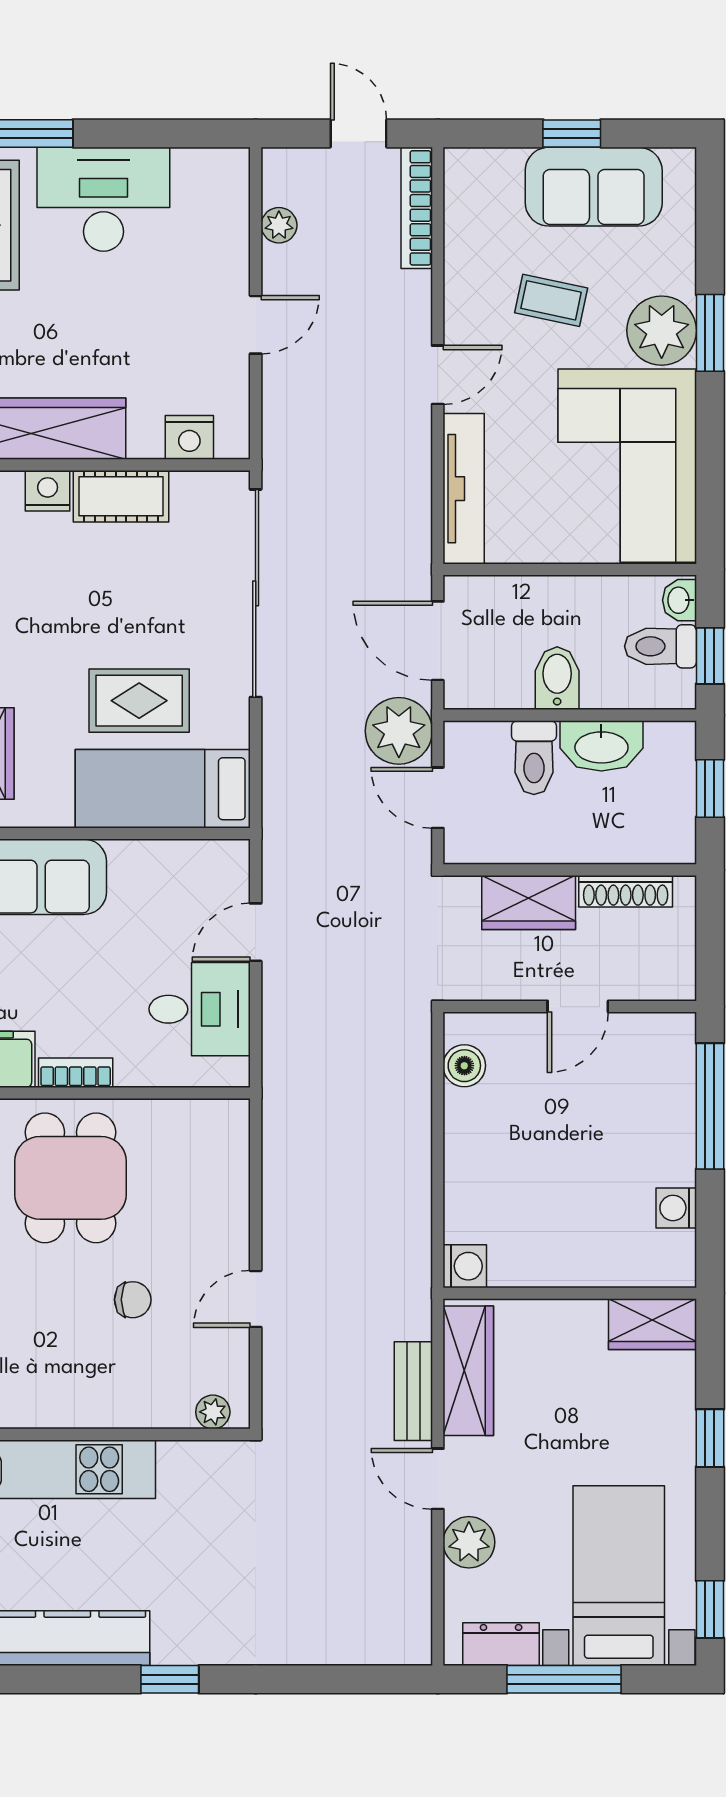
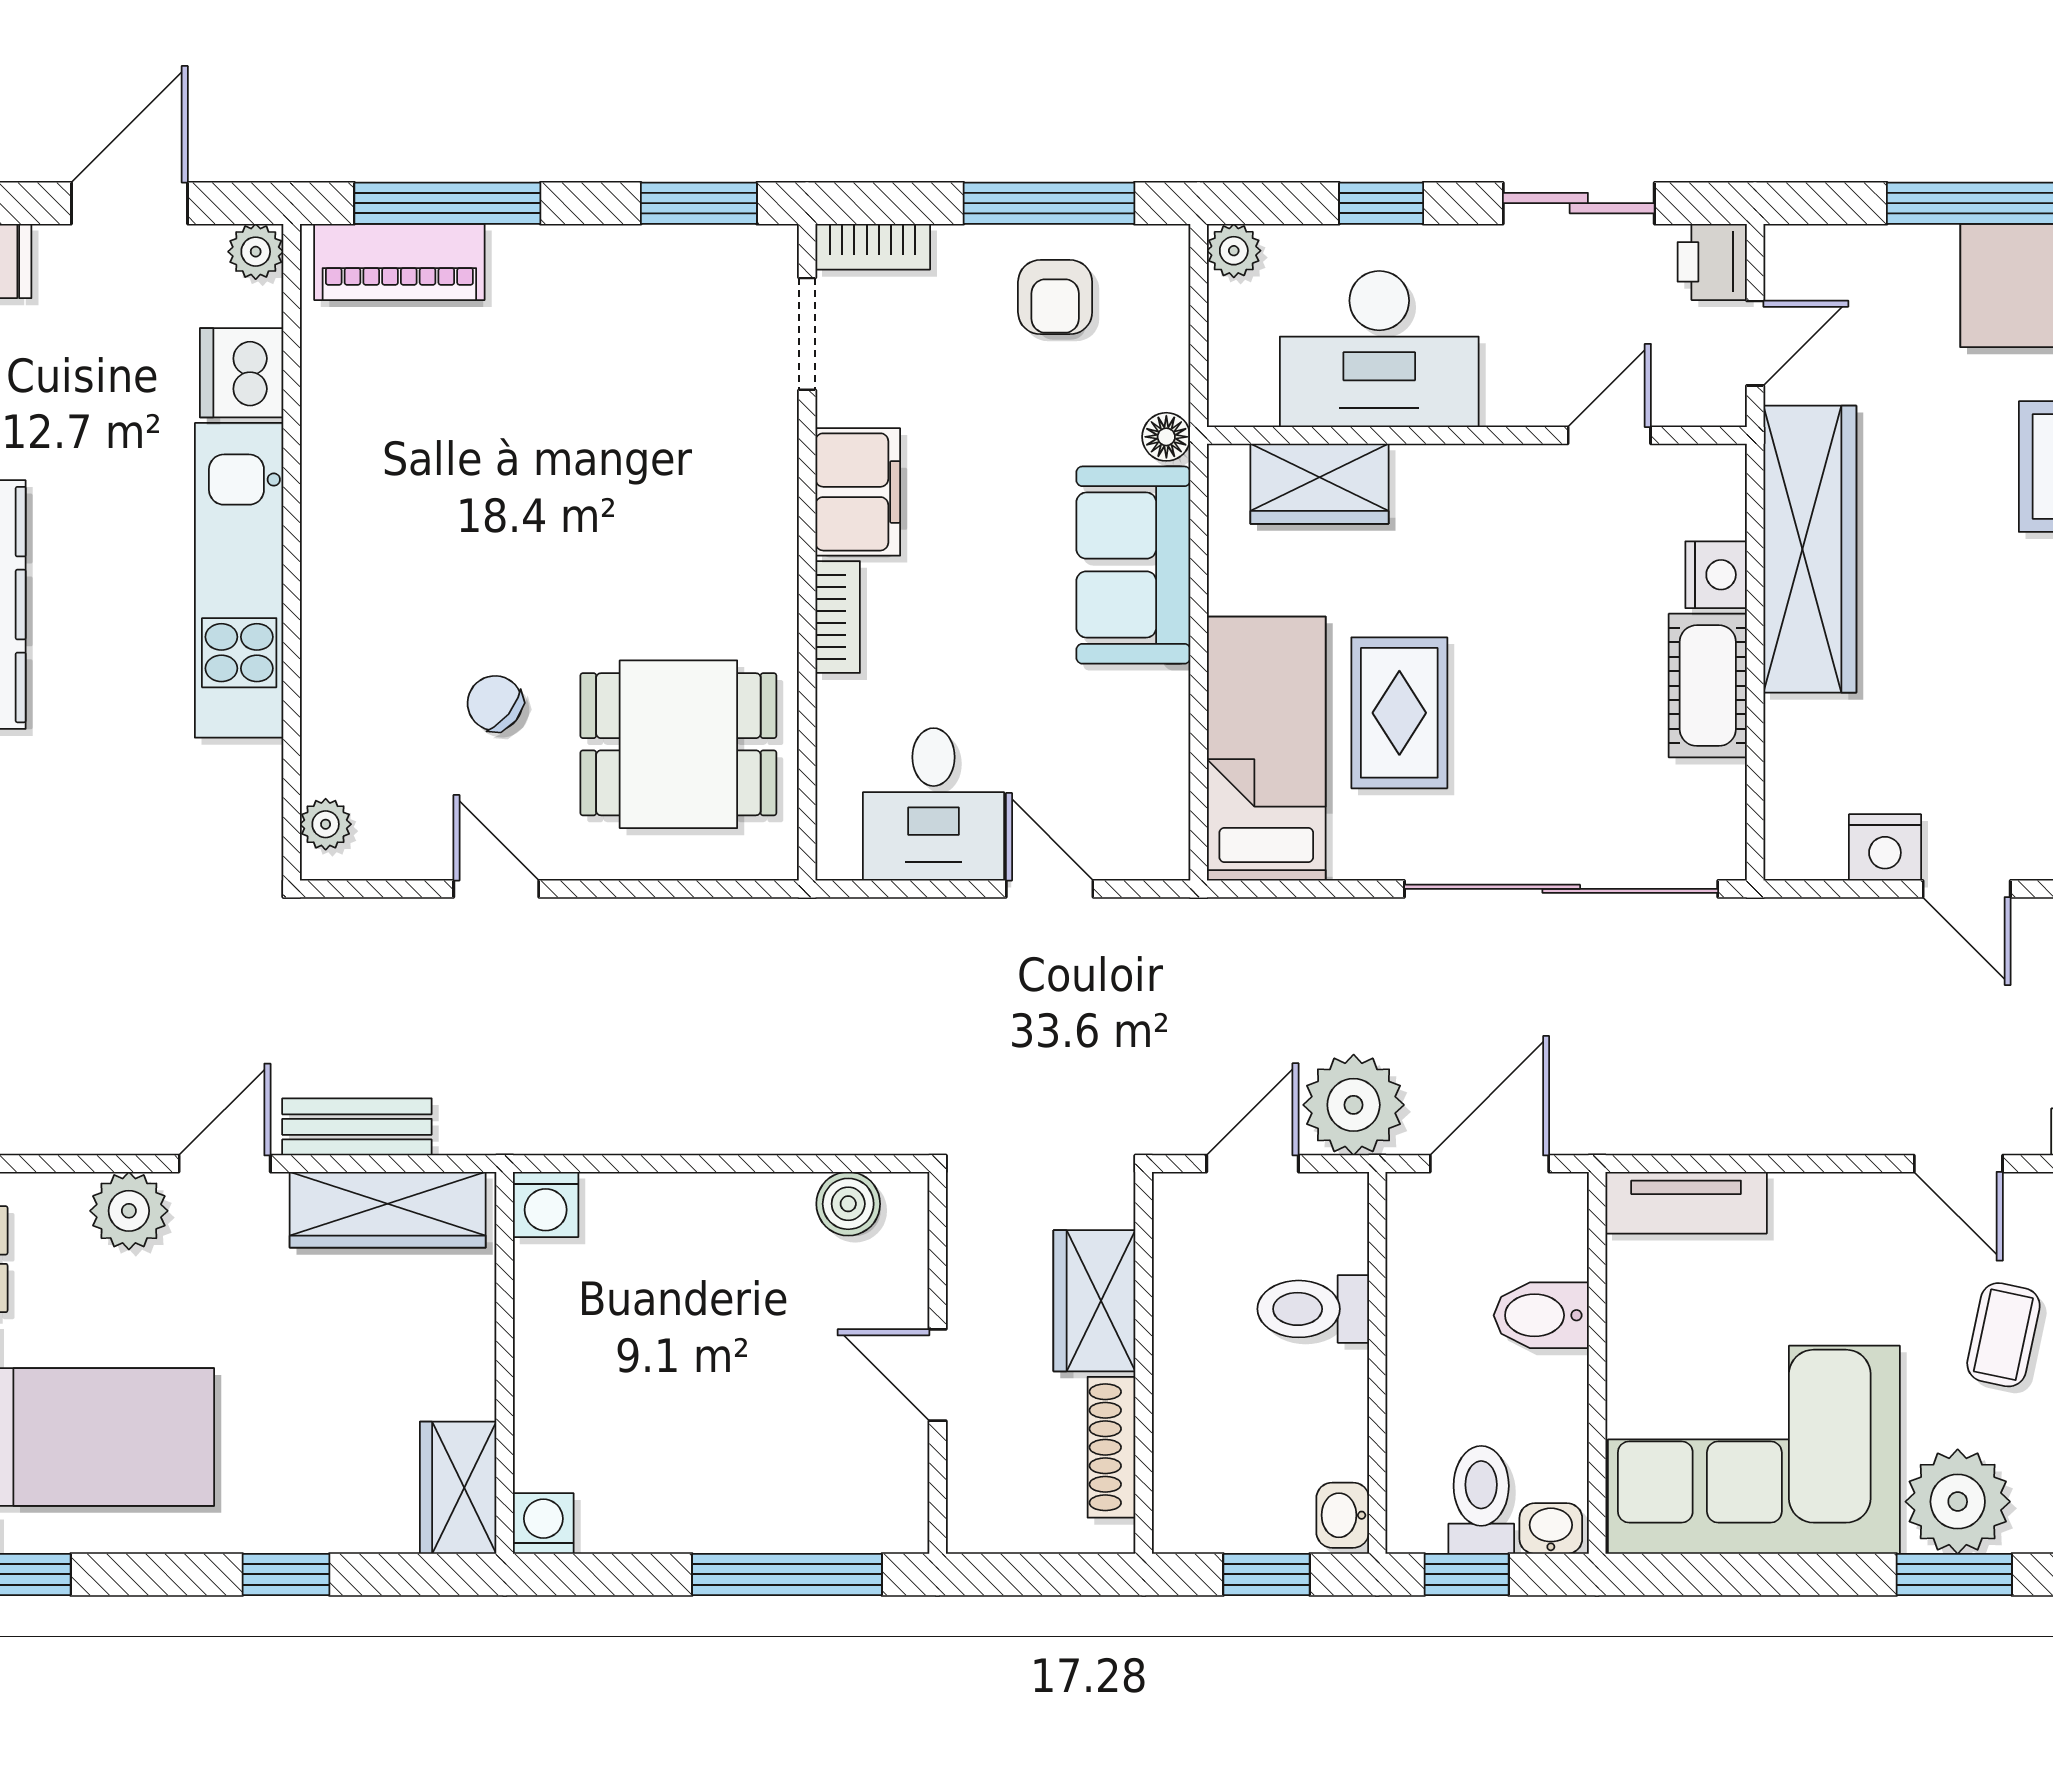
door: (438, 375) -> (1958, 1164), moved
nightstand: (189, 437) -> (1885, 847), moved, turned -90
tv unit: (464, 489) -> (1686, 1203), width x0.71
bidet: (557, 678) -> (1541, 1315), moved, turned 180
washbasin: (601, 746) -> (1343, 1515), moved, width x0.52, depth x0.69
dining table: (71, 1178) -> (678, 744), moved
washing machine: (676, 1208) -> (543, 1523), moved
chair: (133, 1300) -> (495, 703), turned 129

